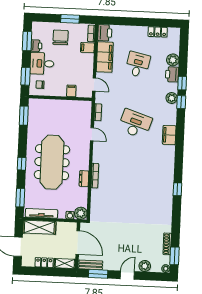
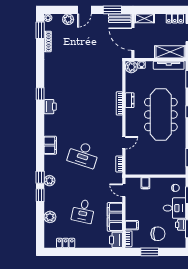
chair: (61, 37) -> (158, 234), turned -90
printer: (172, 74) -> (50, 107), moved
door: (92, 134) -> (124, 143), swing flipped
locker: (44, 263) -> (175, 18), moved

